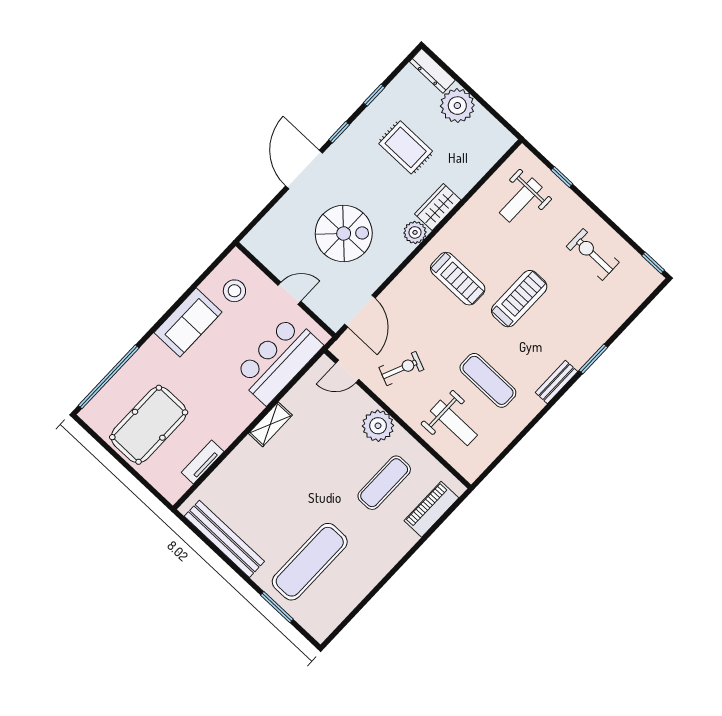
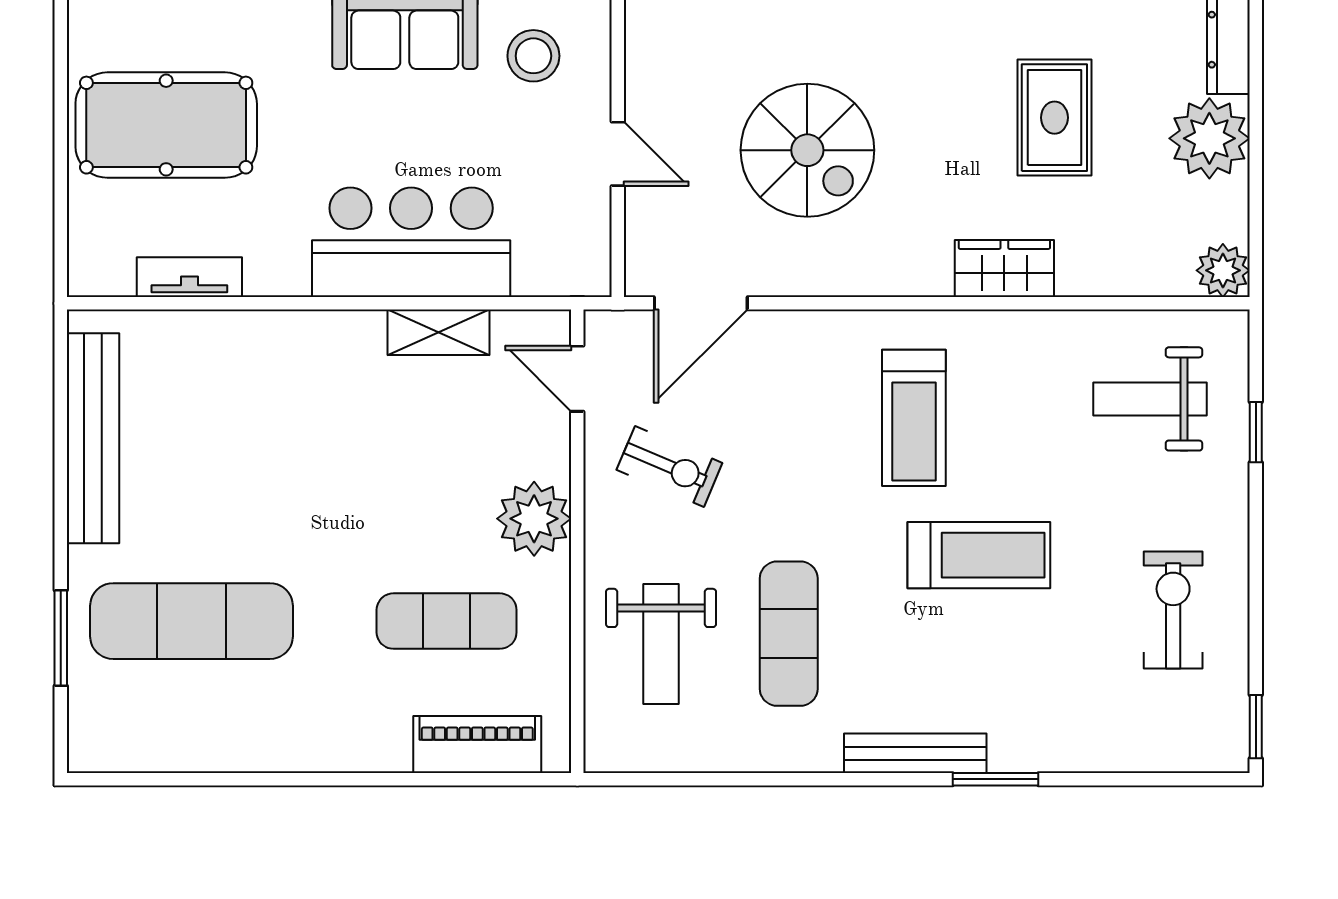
plant: (415, 232) -> (1223, 270), moved
bar counter: (278, 360) -> (411, 242), moved
bench: (556, 382) -> (915, 753), width x1.36
shelving: (270, 424) -> (438, 332), moved

